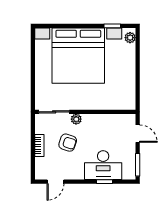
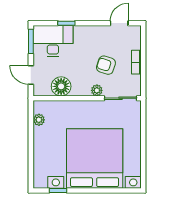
plant: (130, 38) -> (39, 120), moved
floor lamp: (109, 123) -> (61, 86), added
desk: (103, 165) -> (53, 41), moved

